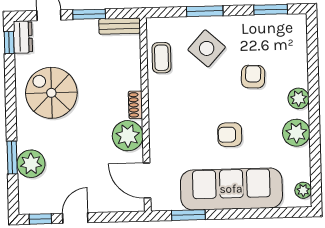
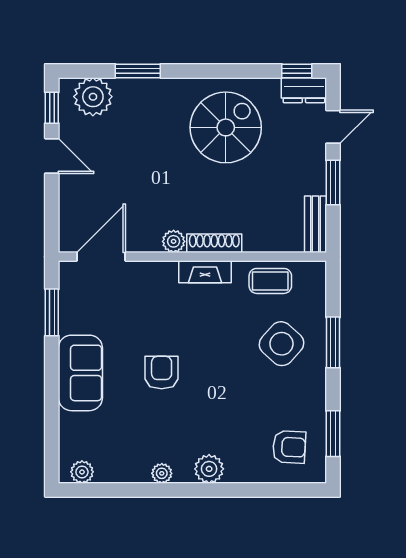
armchair: (253, 77) -> (289, 447), moved
shoe rack: (135, 105) -> (214, 243), width x1.43
fireplace: (156, 105) -> (205, 272), added
plant: (296, 133) -> (162, 473), width x0.53, depth x0.53
plant: (128, 136) -> (174, 241), width x0.53, depth x0.53
plant: (31, 164) -> (93, 97), moved
sofa: (231, 189) -> (80, 373), width x0.54, depth x0.79

